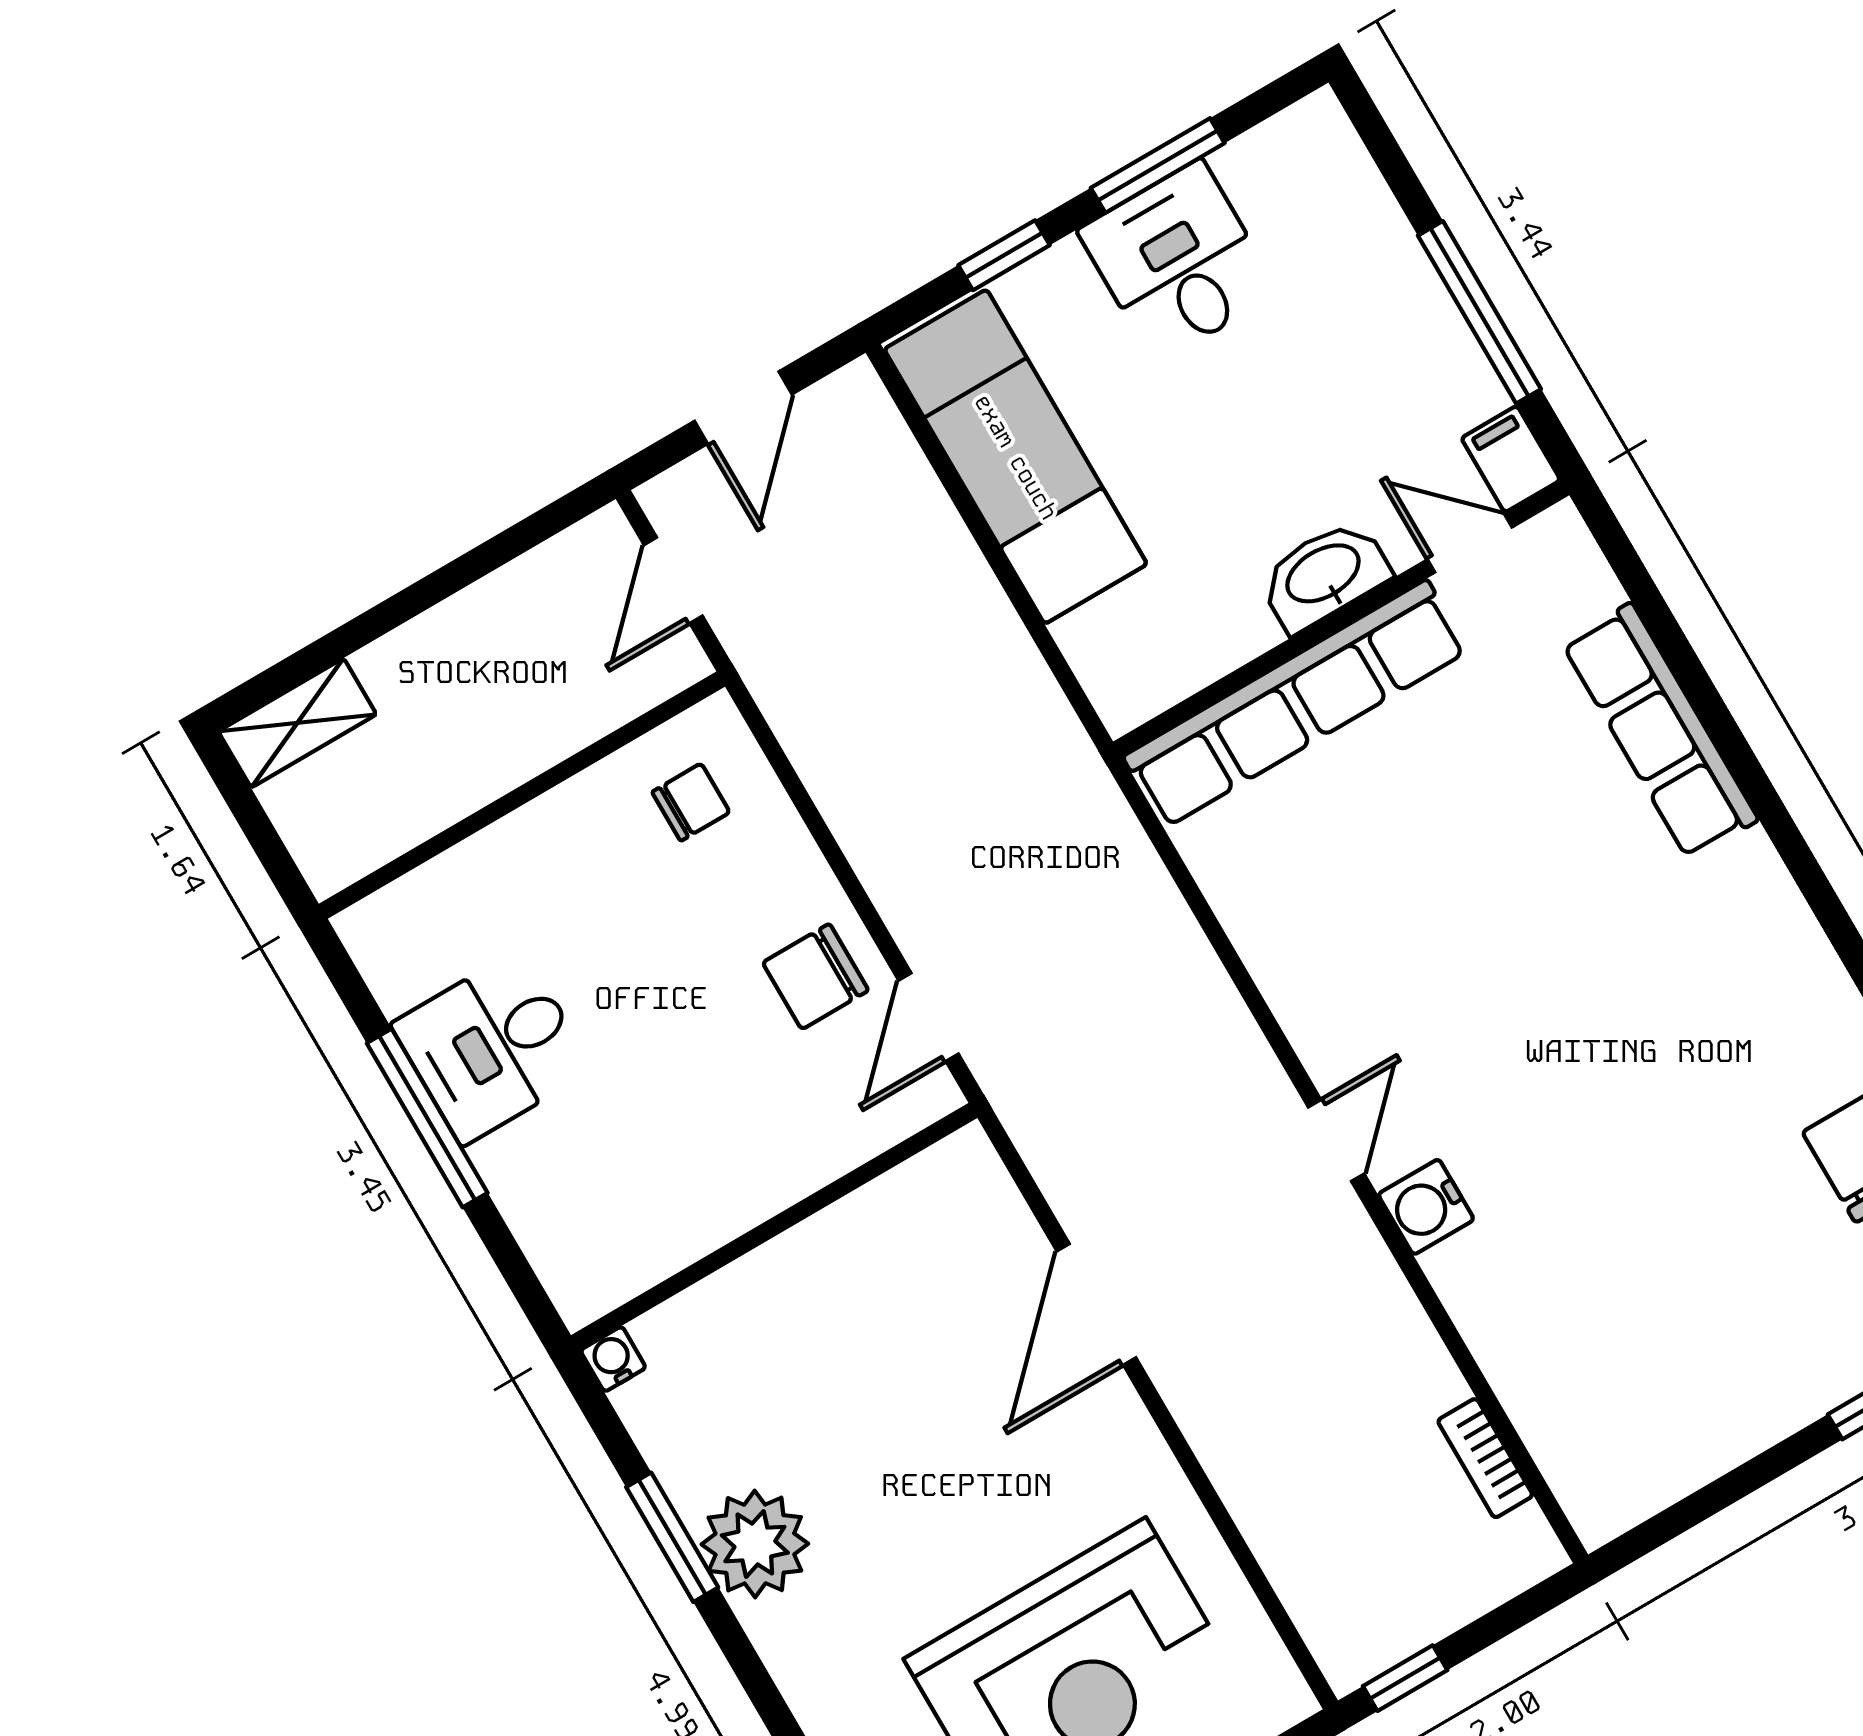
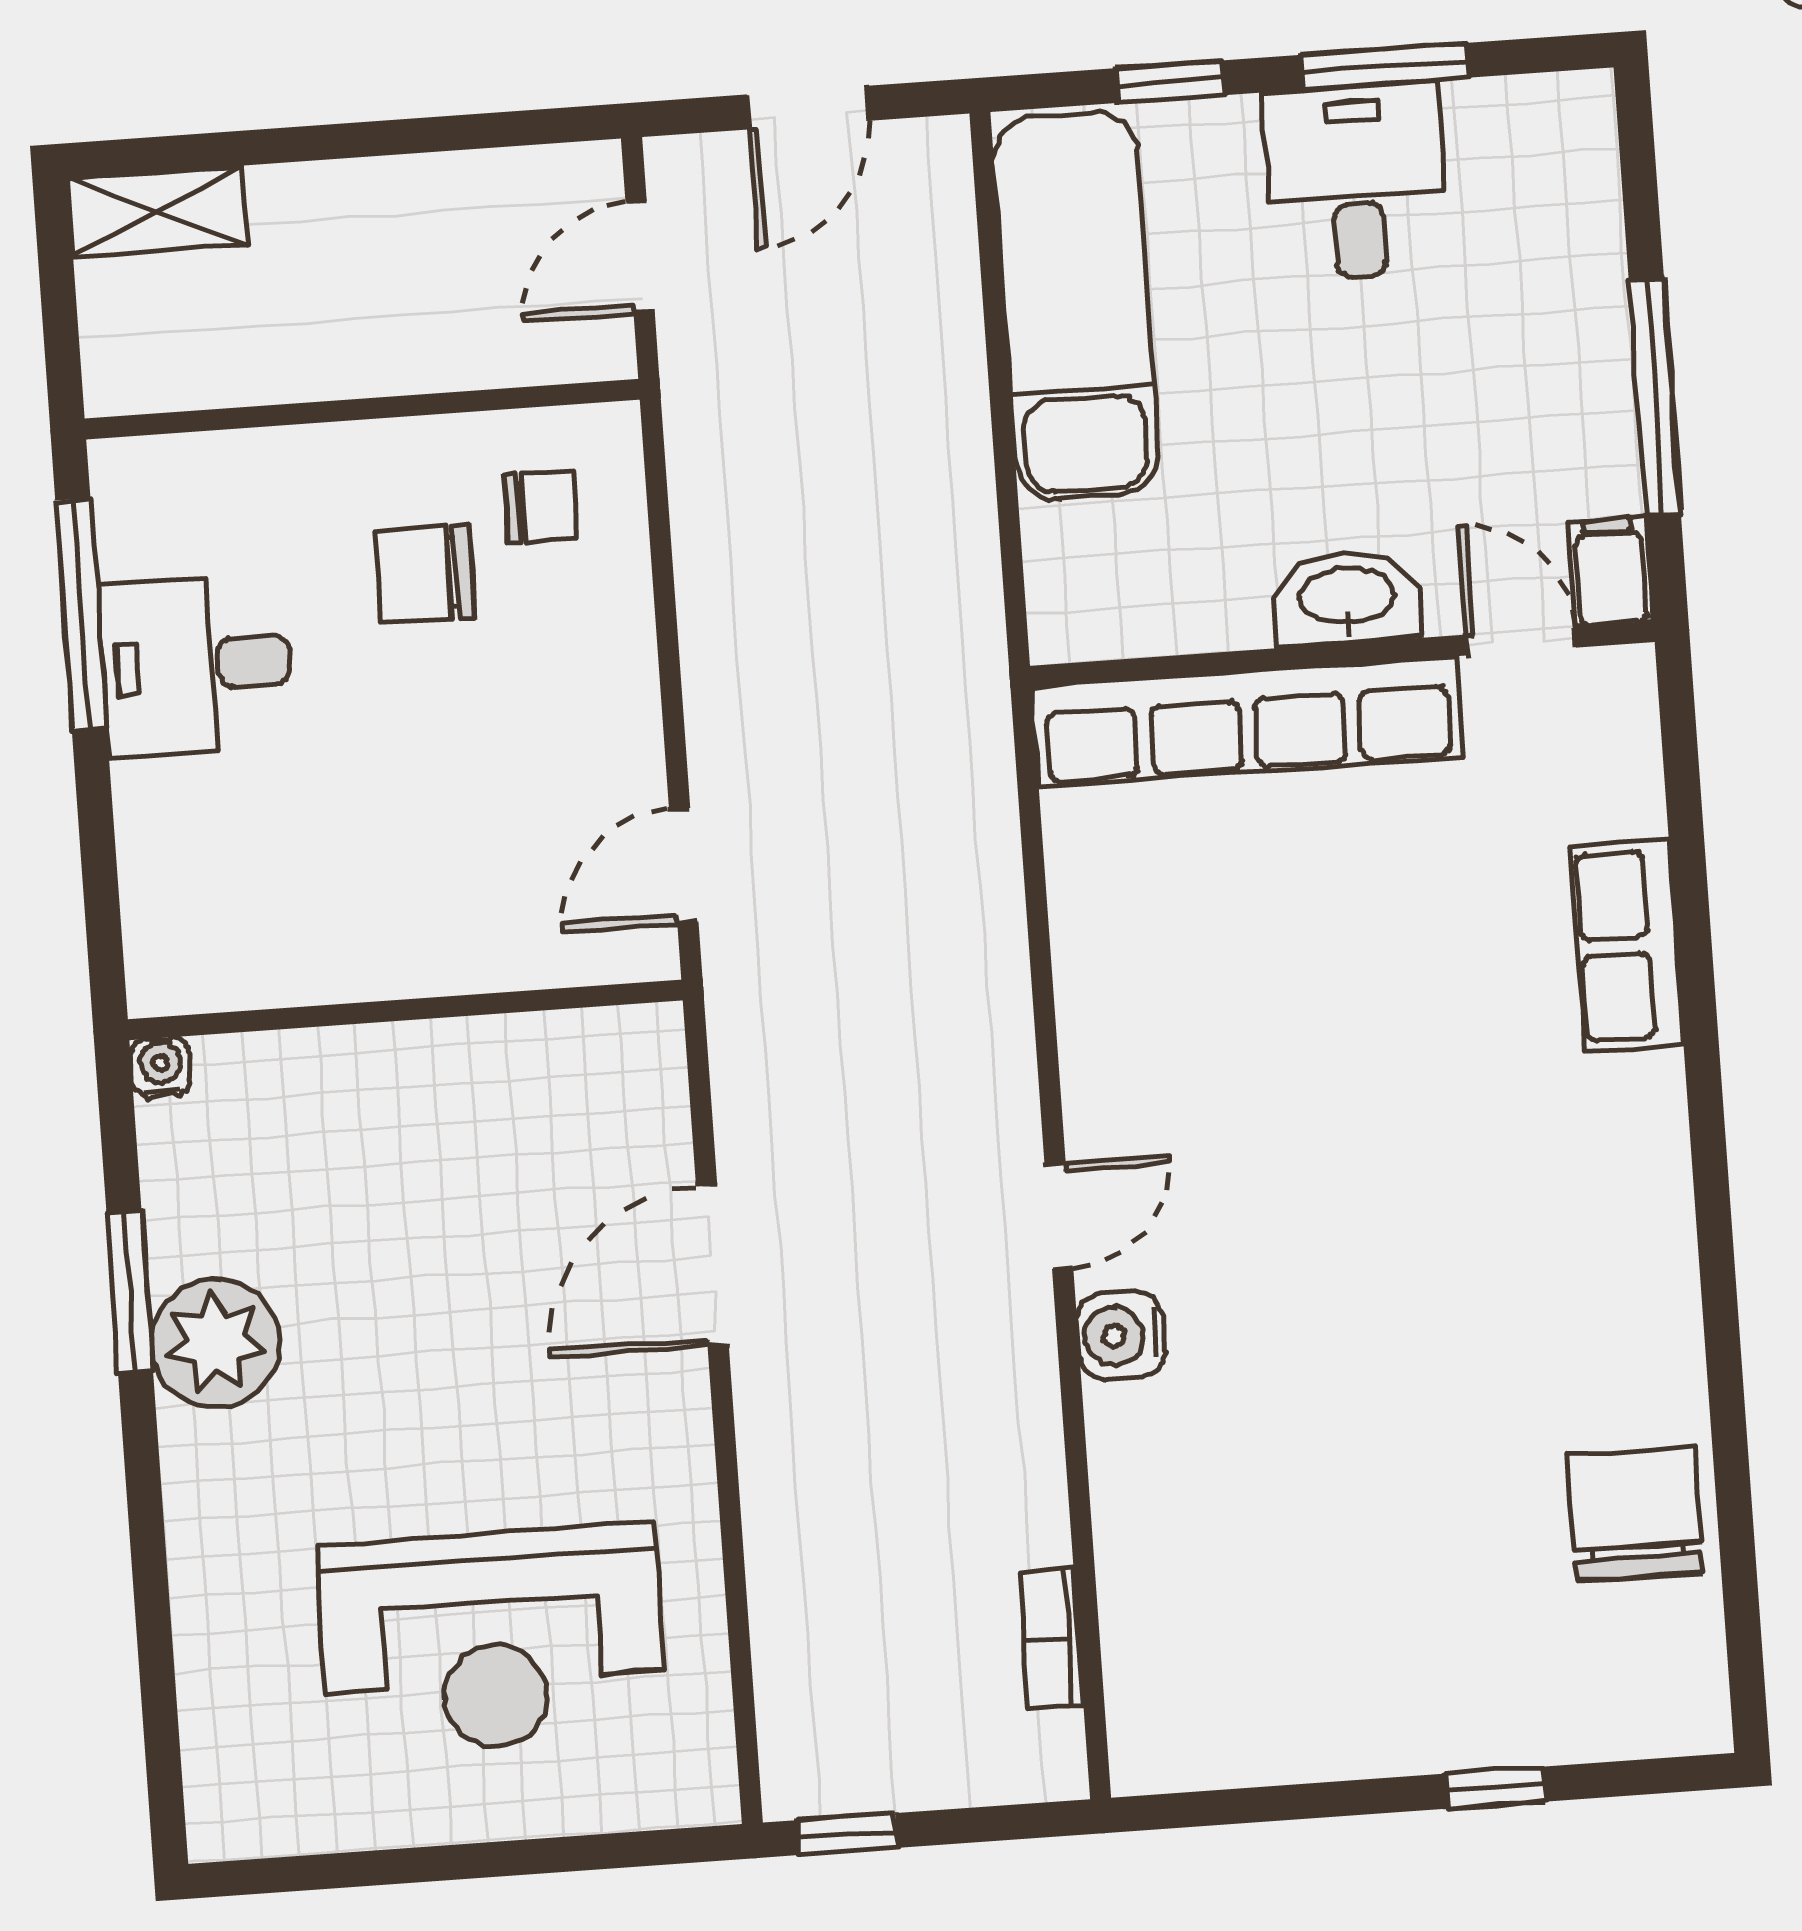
row of seats: (1660, 731) -> (1627, 946), width x0.68
chair: (816, 976) -> (425, 574), moved
window: (427, 1118) -> (81, 614), moved

